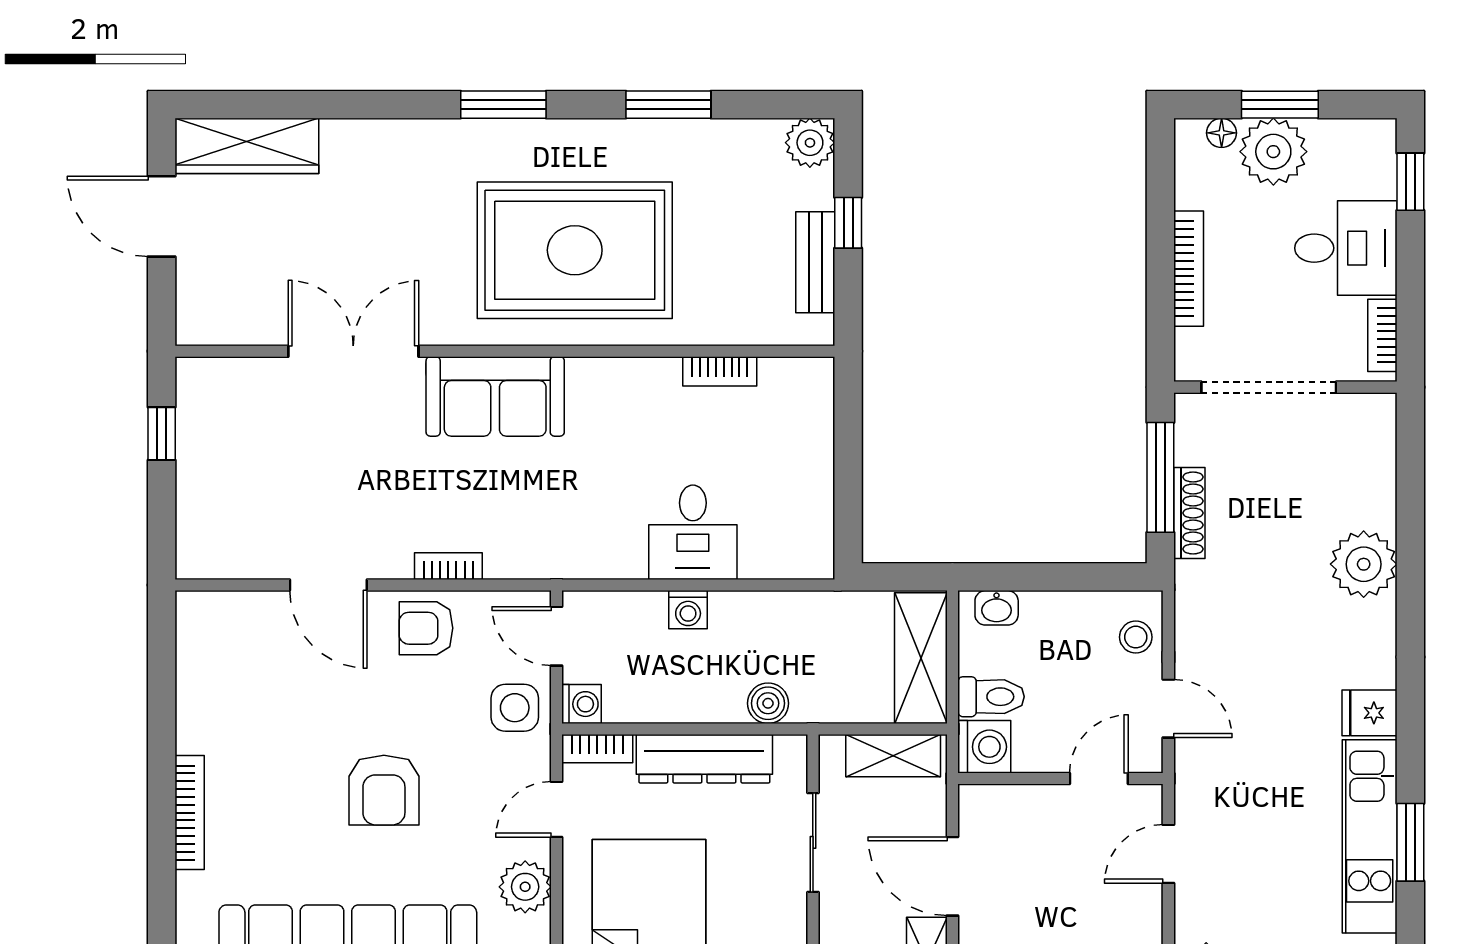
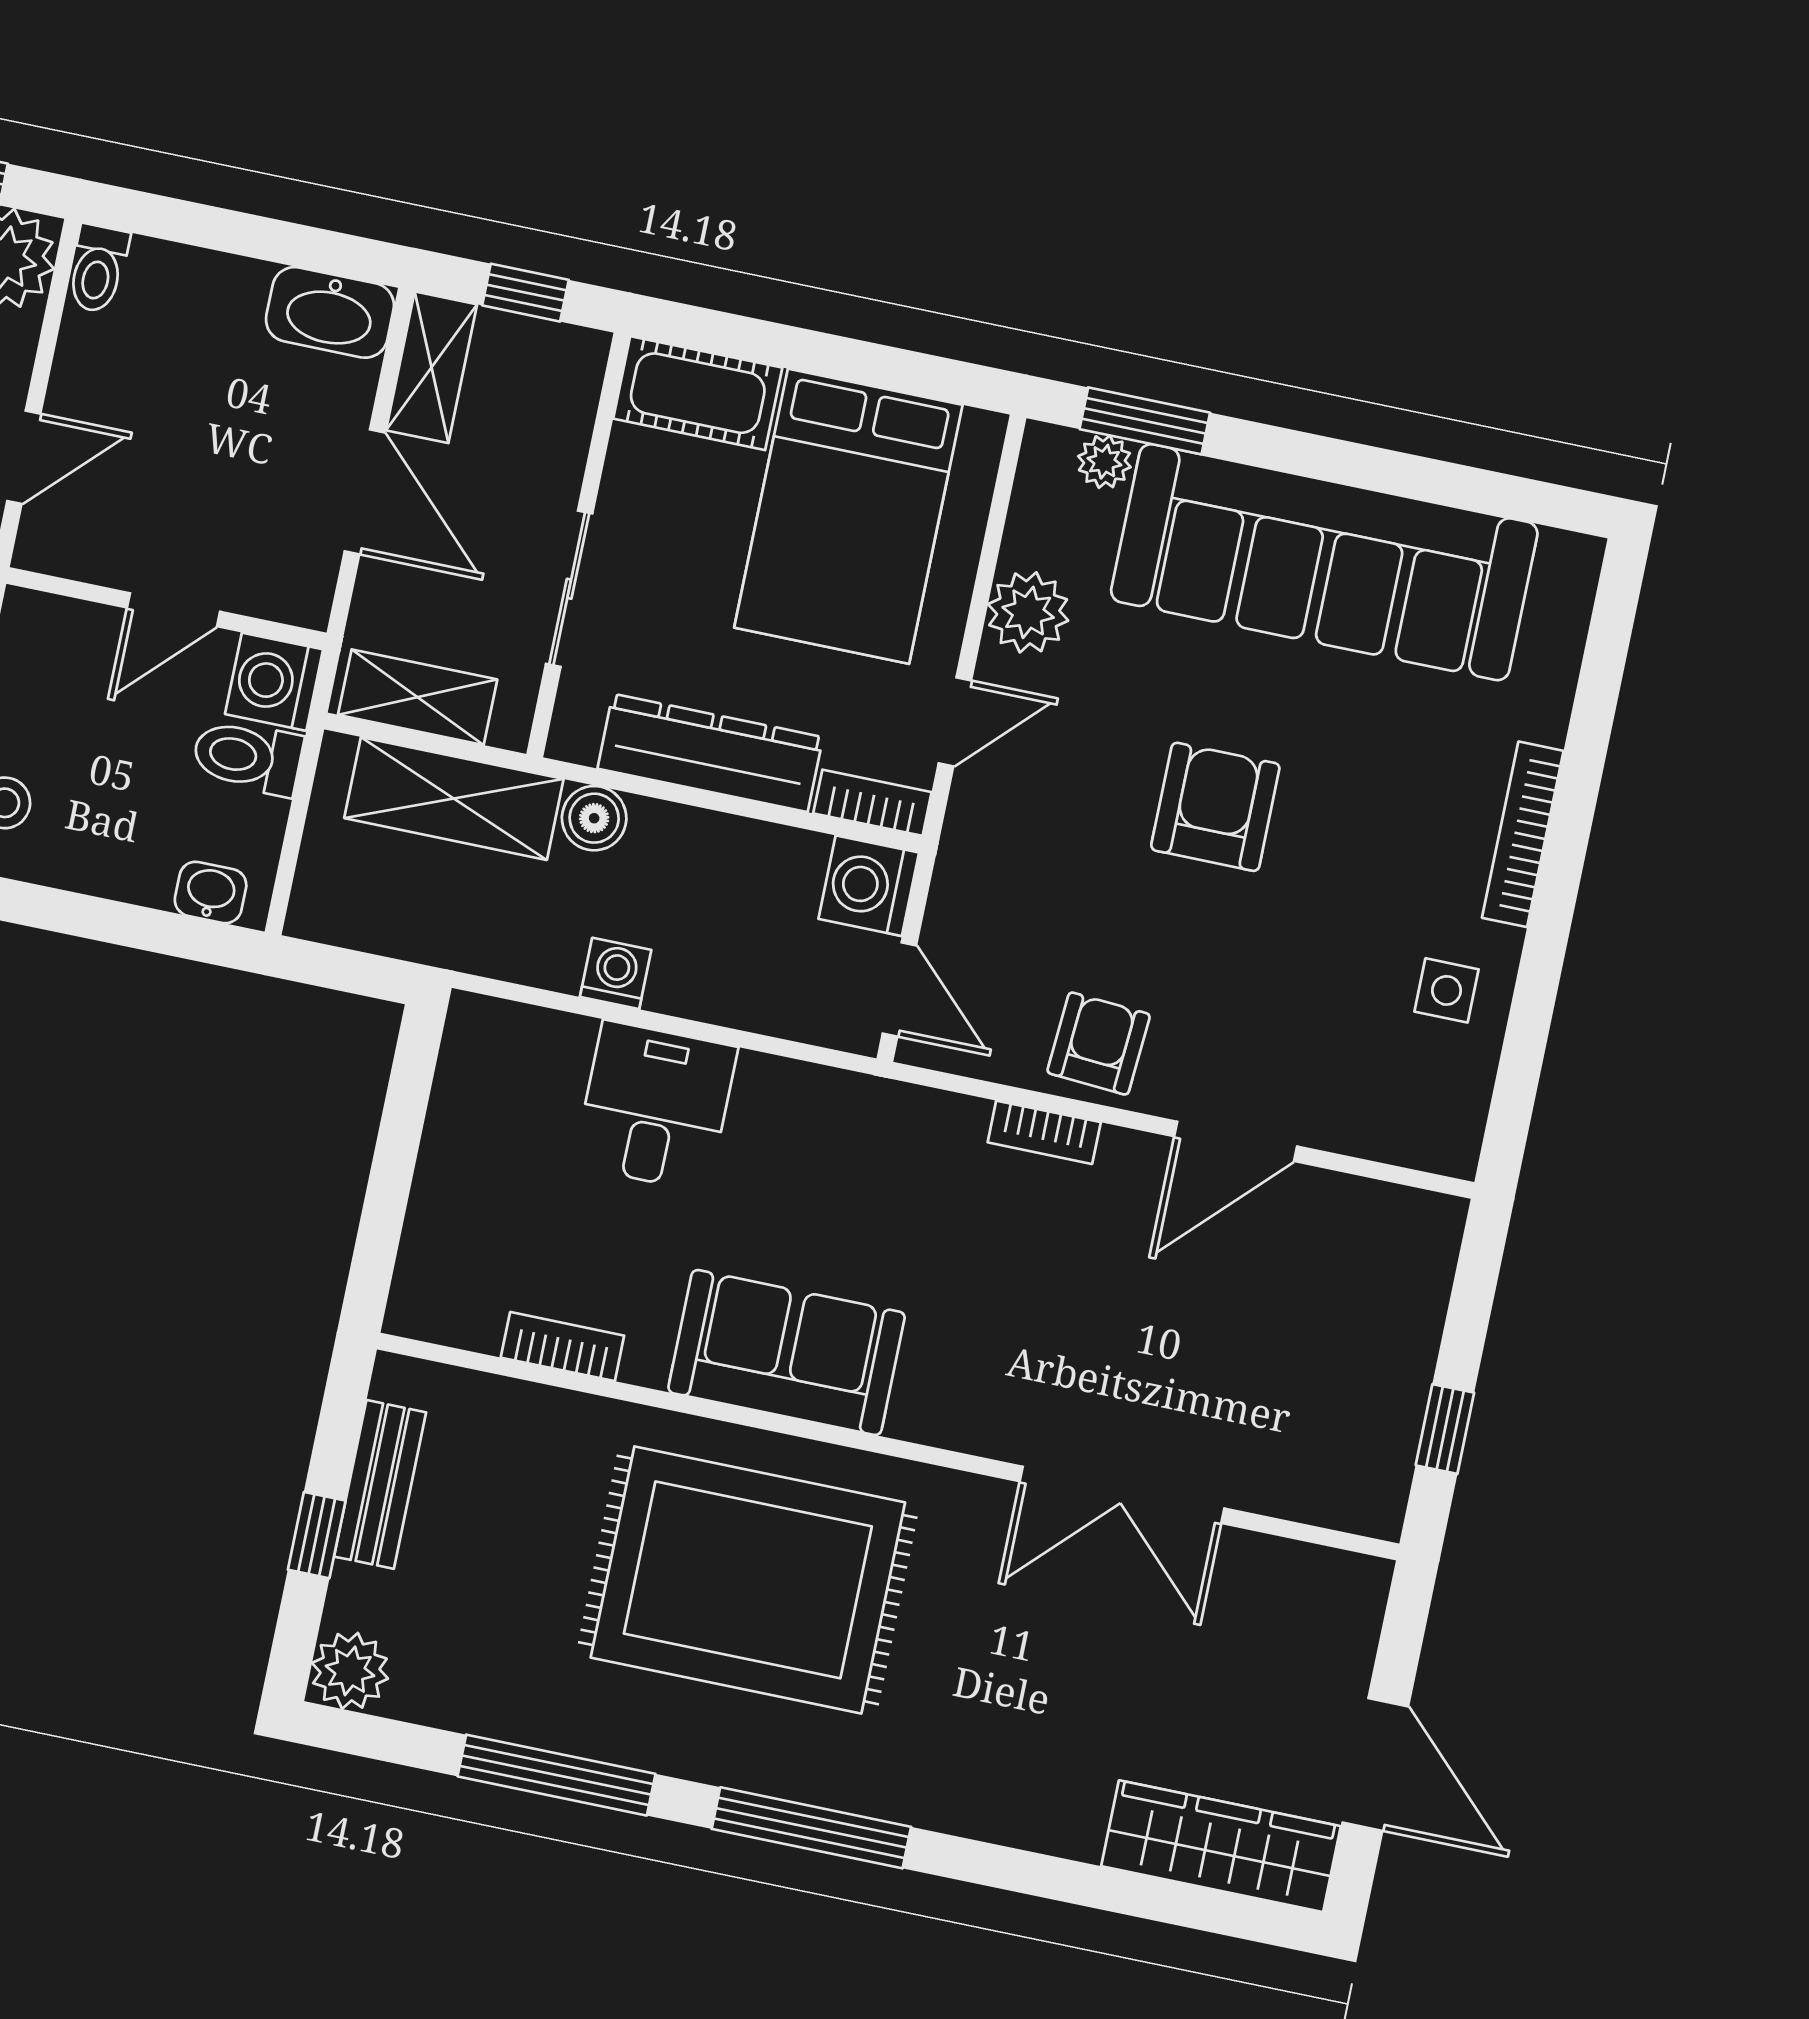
window: (503, 105) -> (811, 1828), width x1.44
window: (668, 105) -> (556, 1775), width x1.44
sofa: (495, 396) -> (787, 1352), moved
door: (328, 585) -> (1236, 1141), swing flipped
washing machine: (688, 610) -> (616, 973), moved
armchair: (426, 628) -> (1099, 1044), turned -86
shelving: (921, 658) -> (454, 799), moved, turned 90
washing machine: (582, 704) -> (869, 886), width x1.38, depth x1.38
side table: (515, 708) -> (1447, 990), moved, width x0.73, depth x0.73
door: (1099, 779) -> (173, 610), moved

